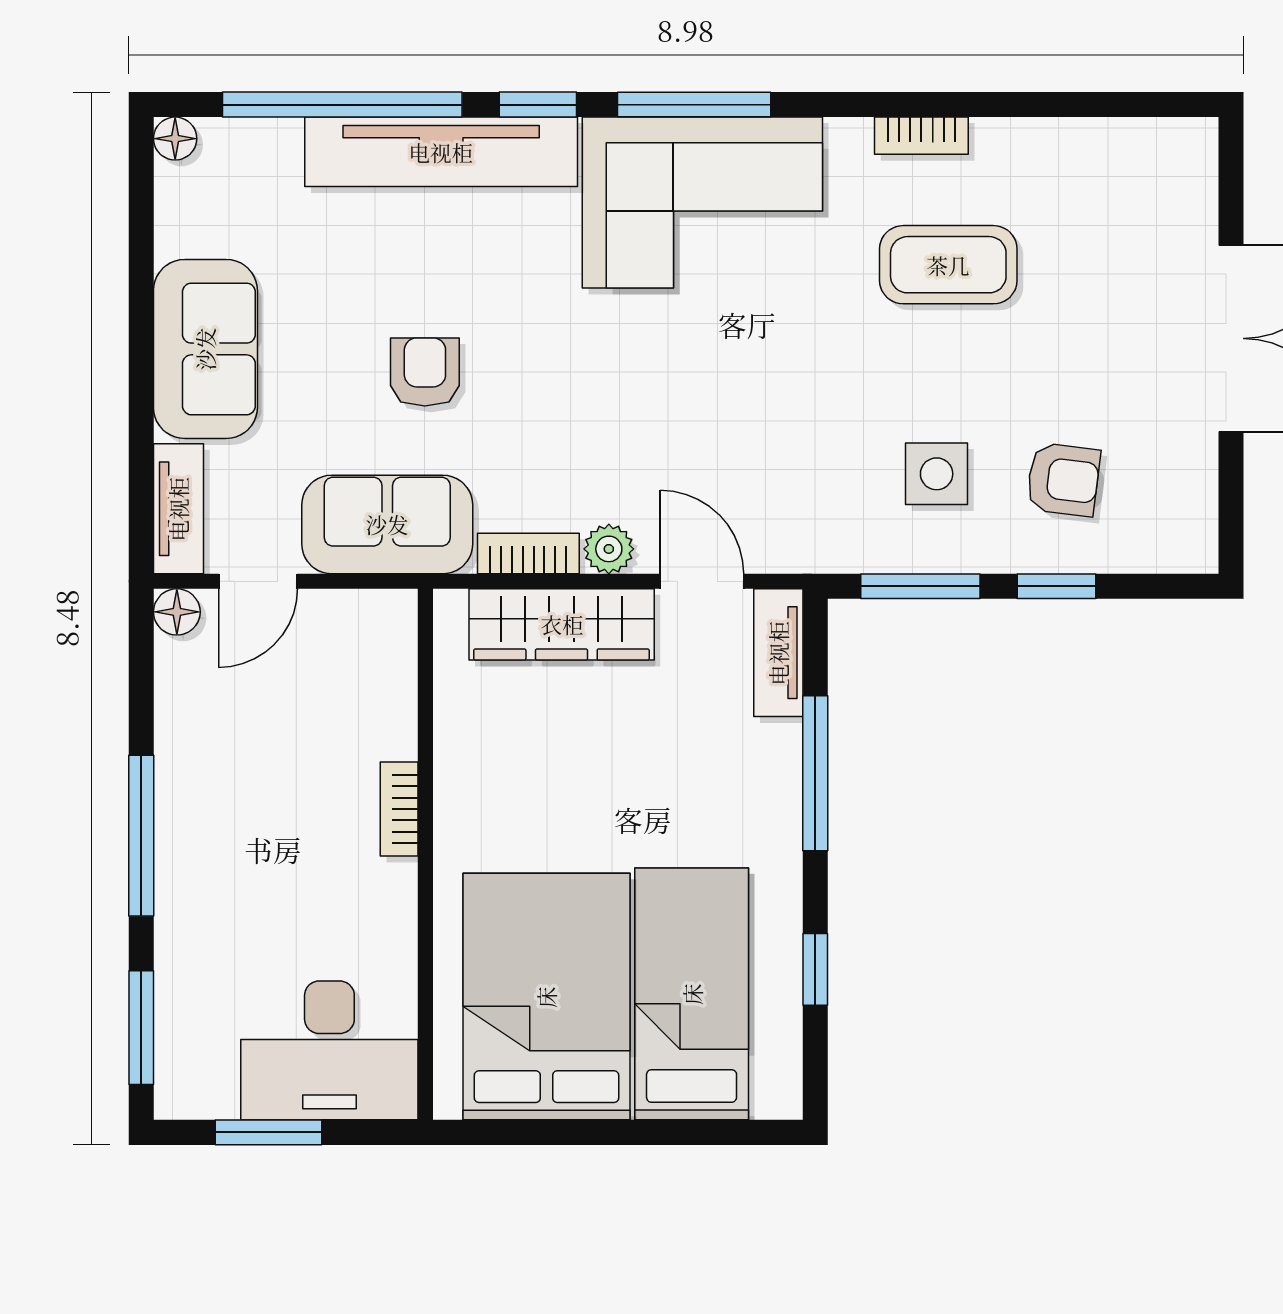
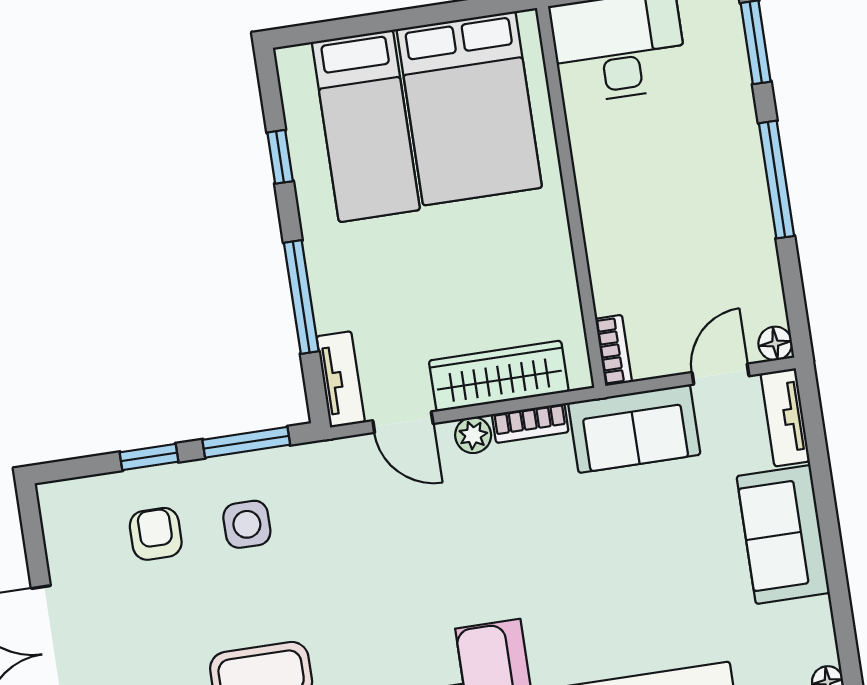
armchair: (425, 372) -> (624, 542), removed
armchair: (1063, 480) -> (156, 534), turned 83
bookcase: (399, 809) -> (614, 350), moved

